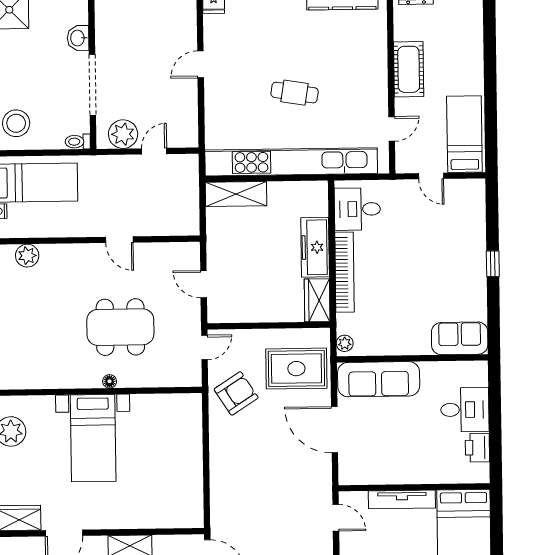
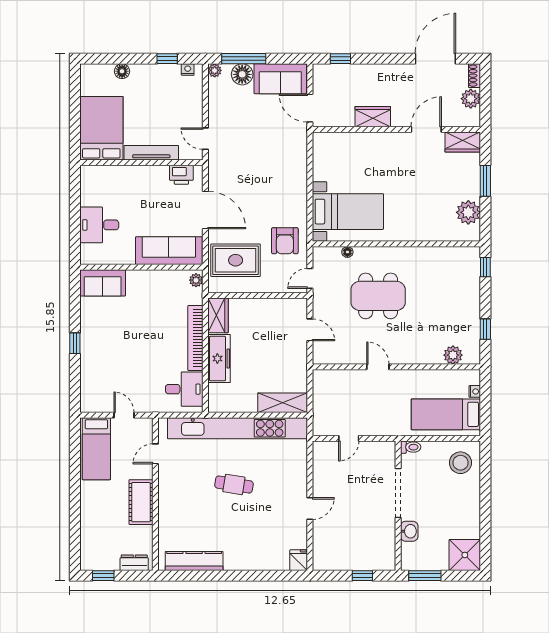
plant: (123, 134) -> (374, 453), removed
floor lamp: (110, 381) -> (347, 252), moved
armchair: (236, 393) -> (285, 241), turned -57
bed with nightstands: (93, 438) -> (348, 212), moved, turned 90
printer: (477, 448) -> (181, 175), moved, turned 90

